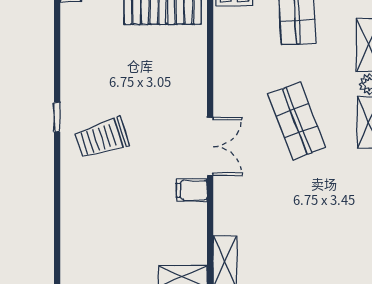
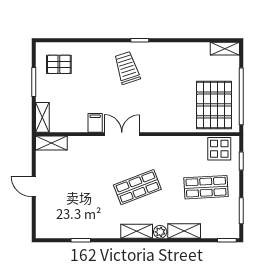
double door: (210, 146) -> (122, 134), swing flipped
pallet: (96, 249) -> (59, 64), added

